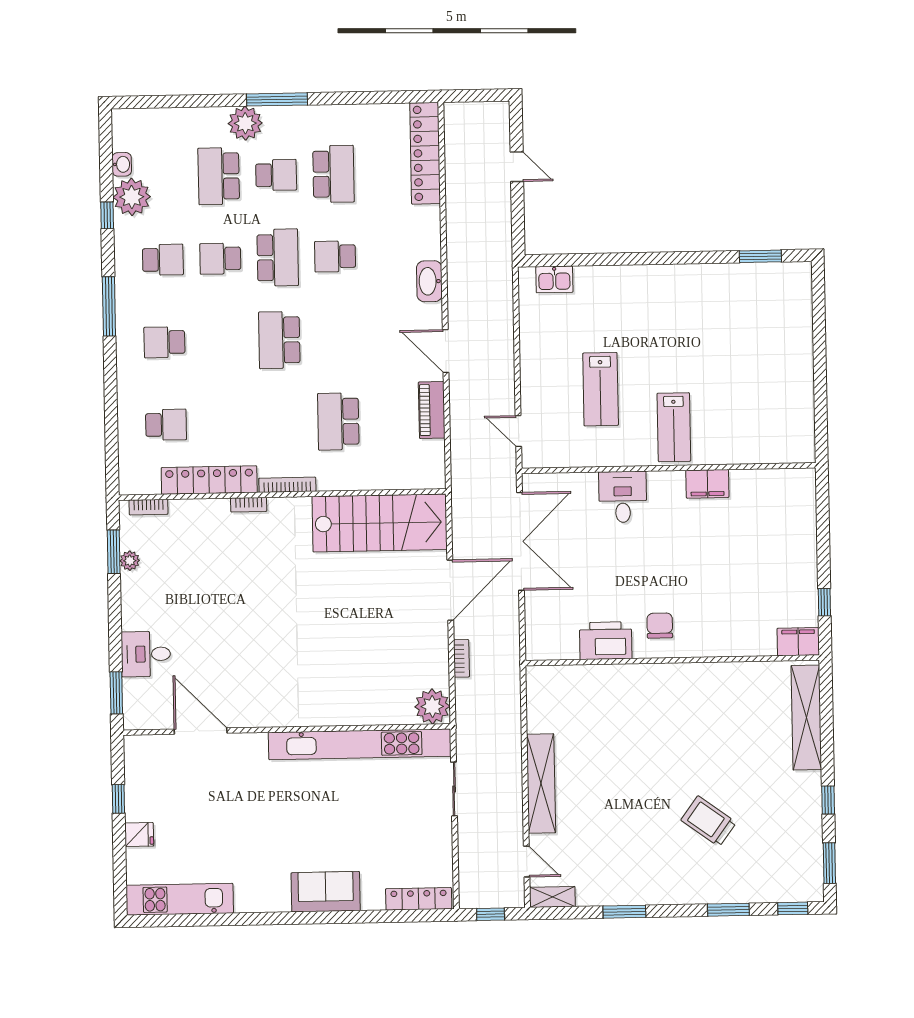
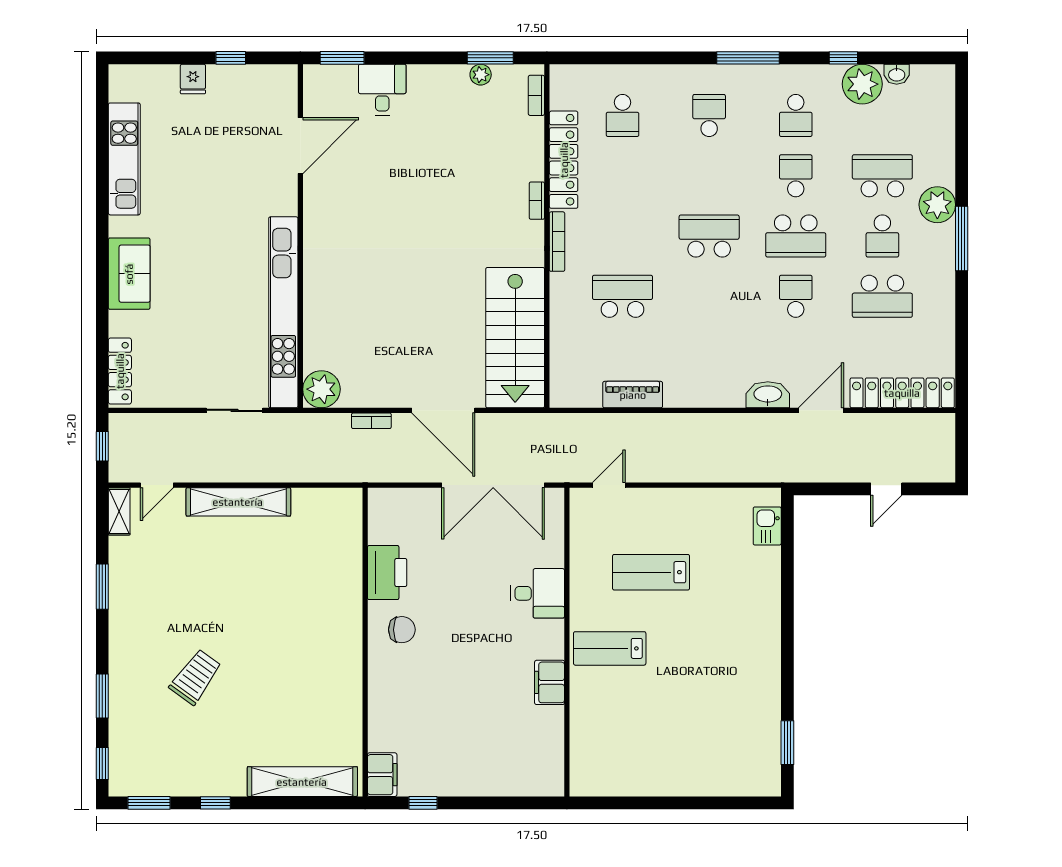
door: (446, 351) -> (821, 410), moved
kitchen unit: (180, 899) -> (124, 159), moved

